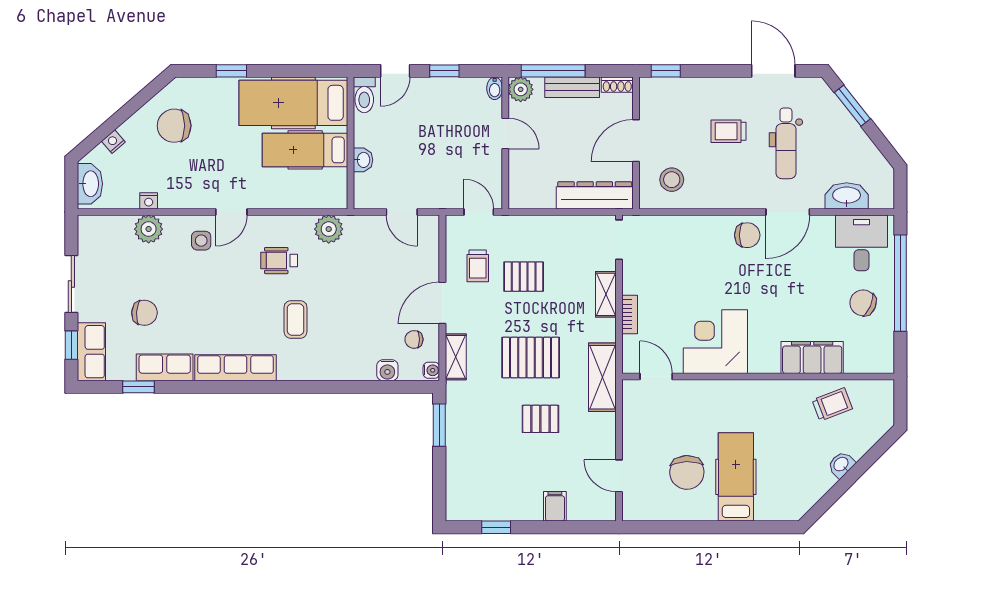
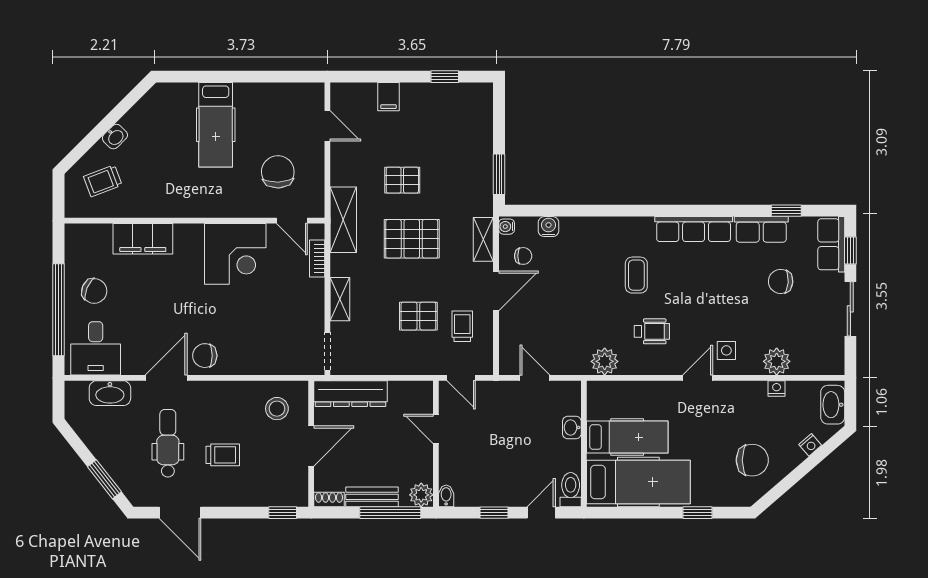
door: (505, 133) -> (436, 429), moved
bookcase: (630, 314) -> (317, 259), moved
trolley: (832, 404) -> (103, 181), moved
chair: (687, 472) -> (278, 172), moved

